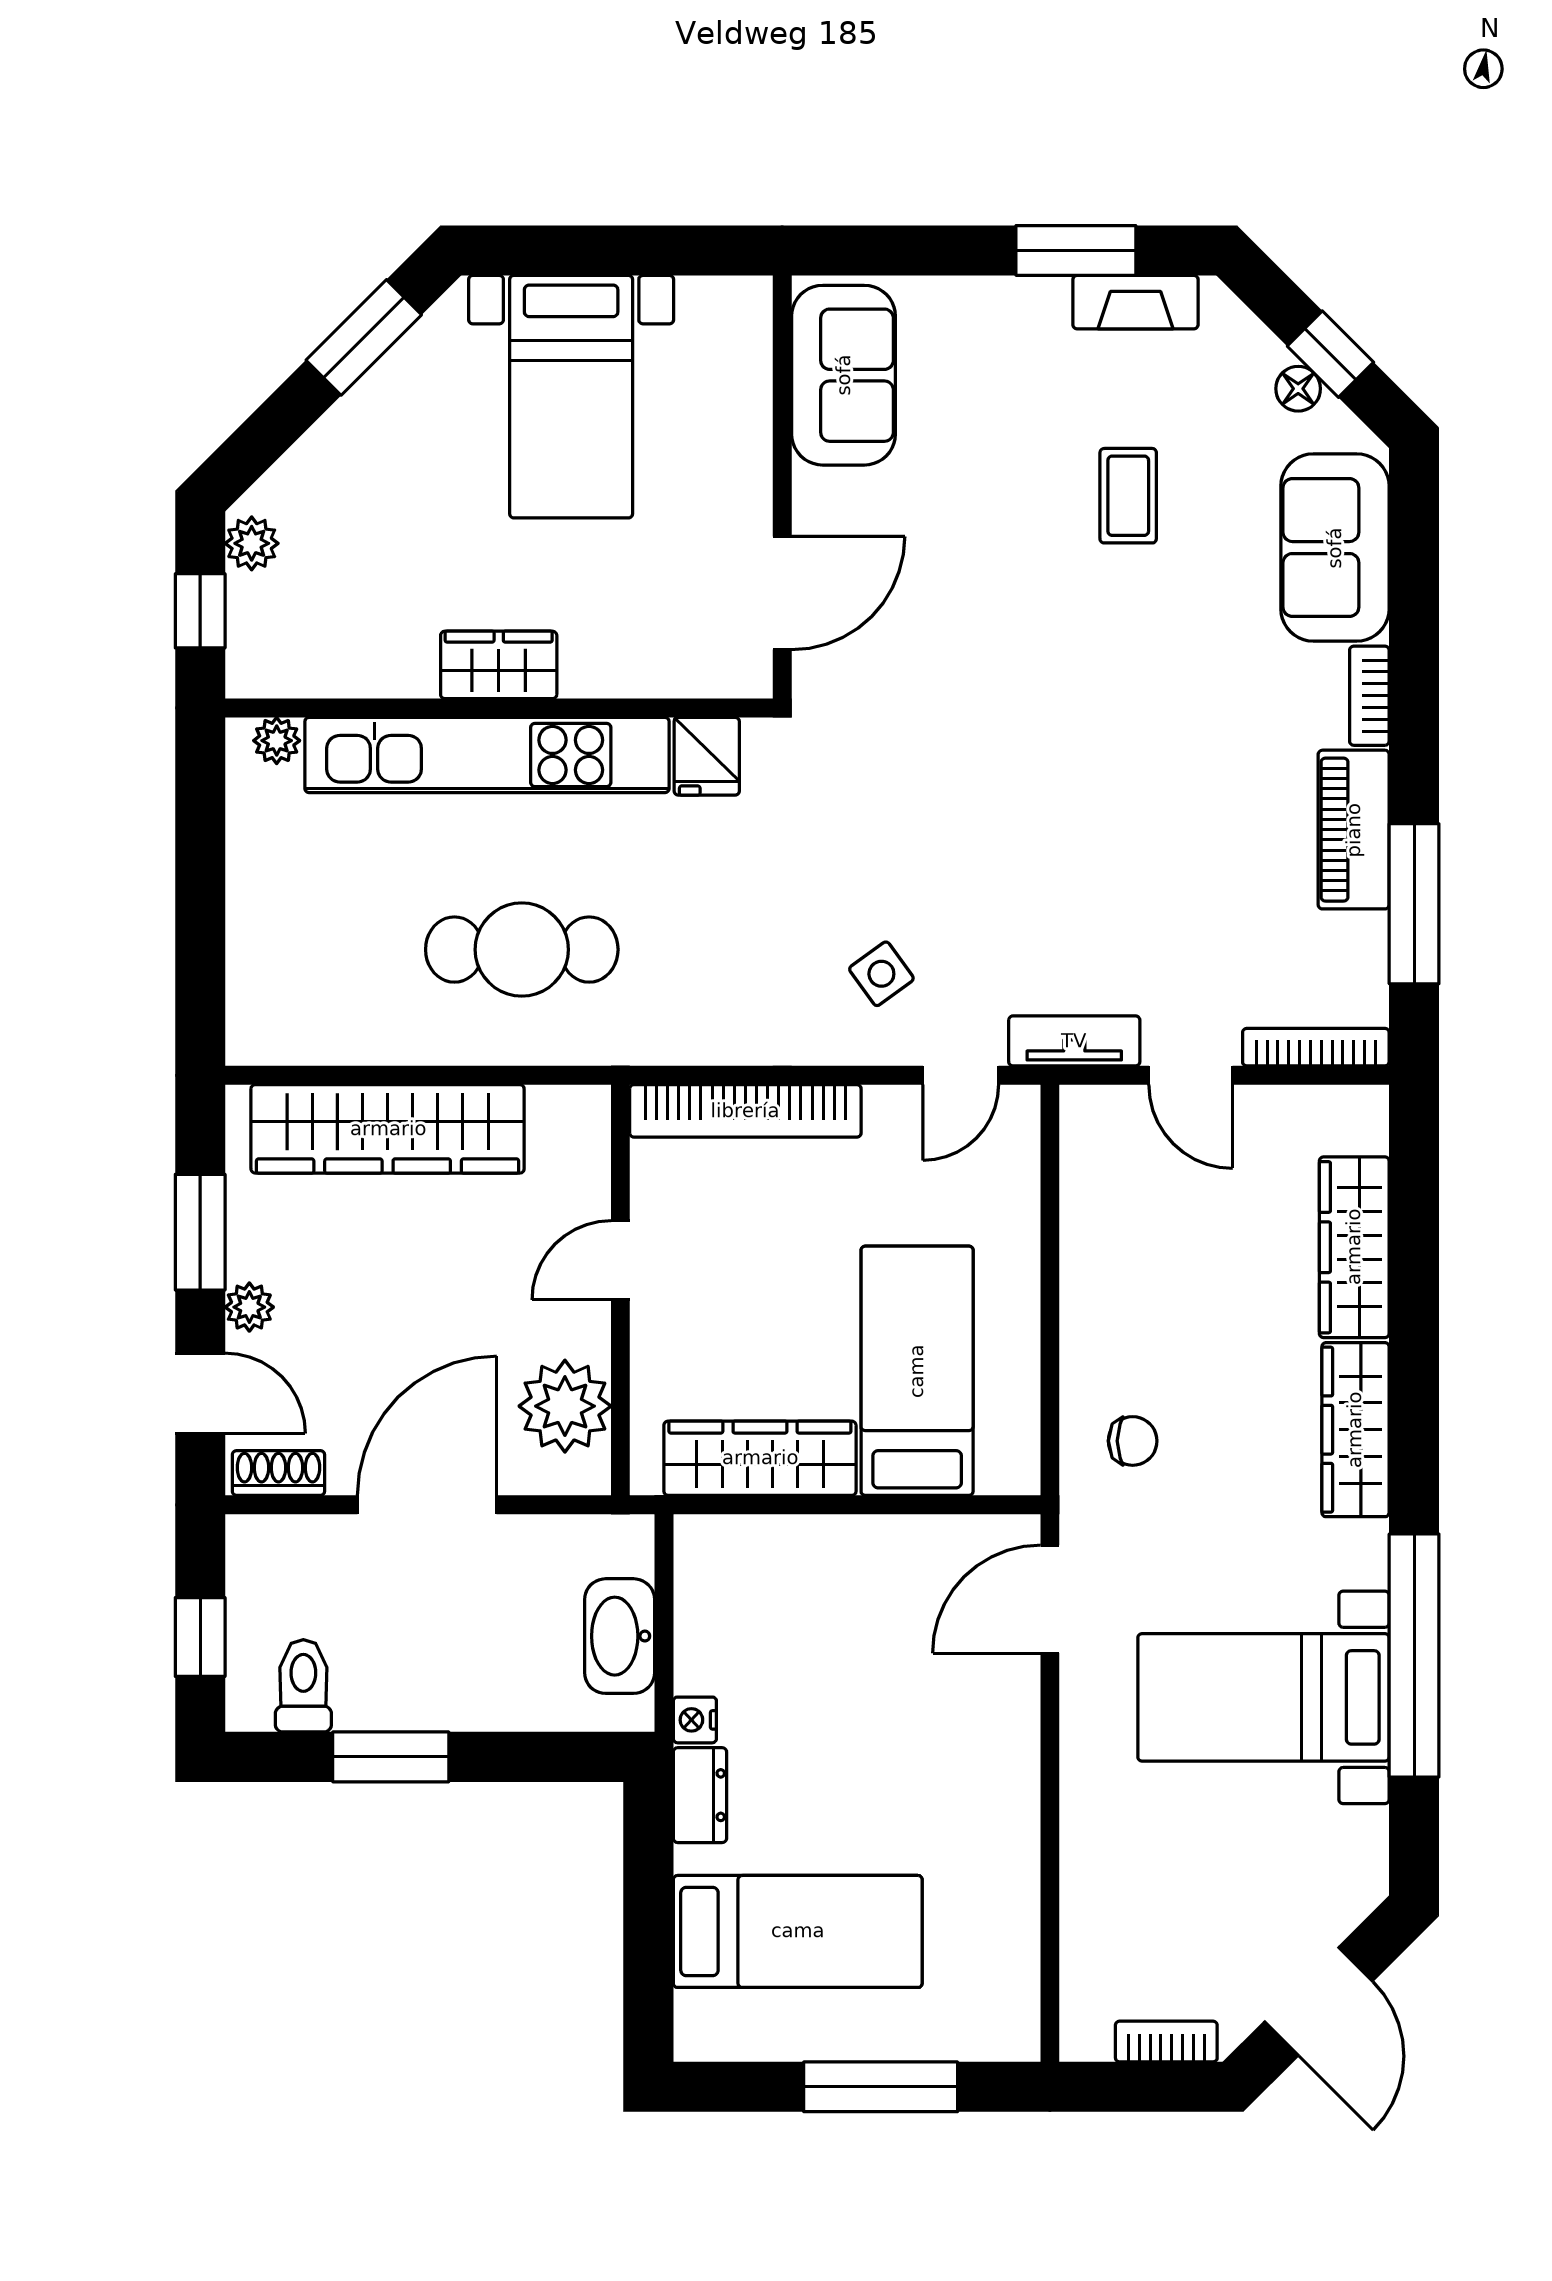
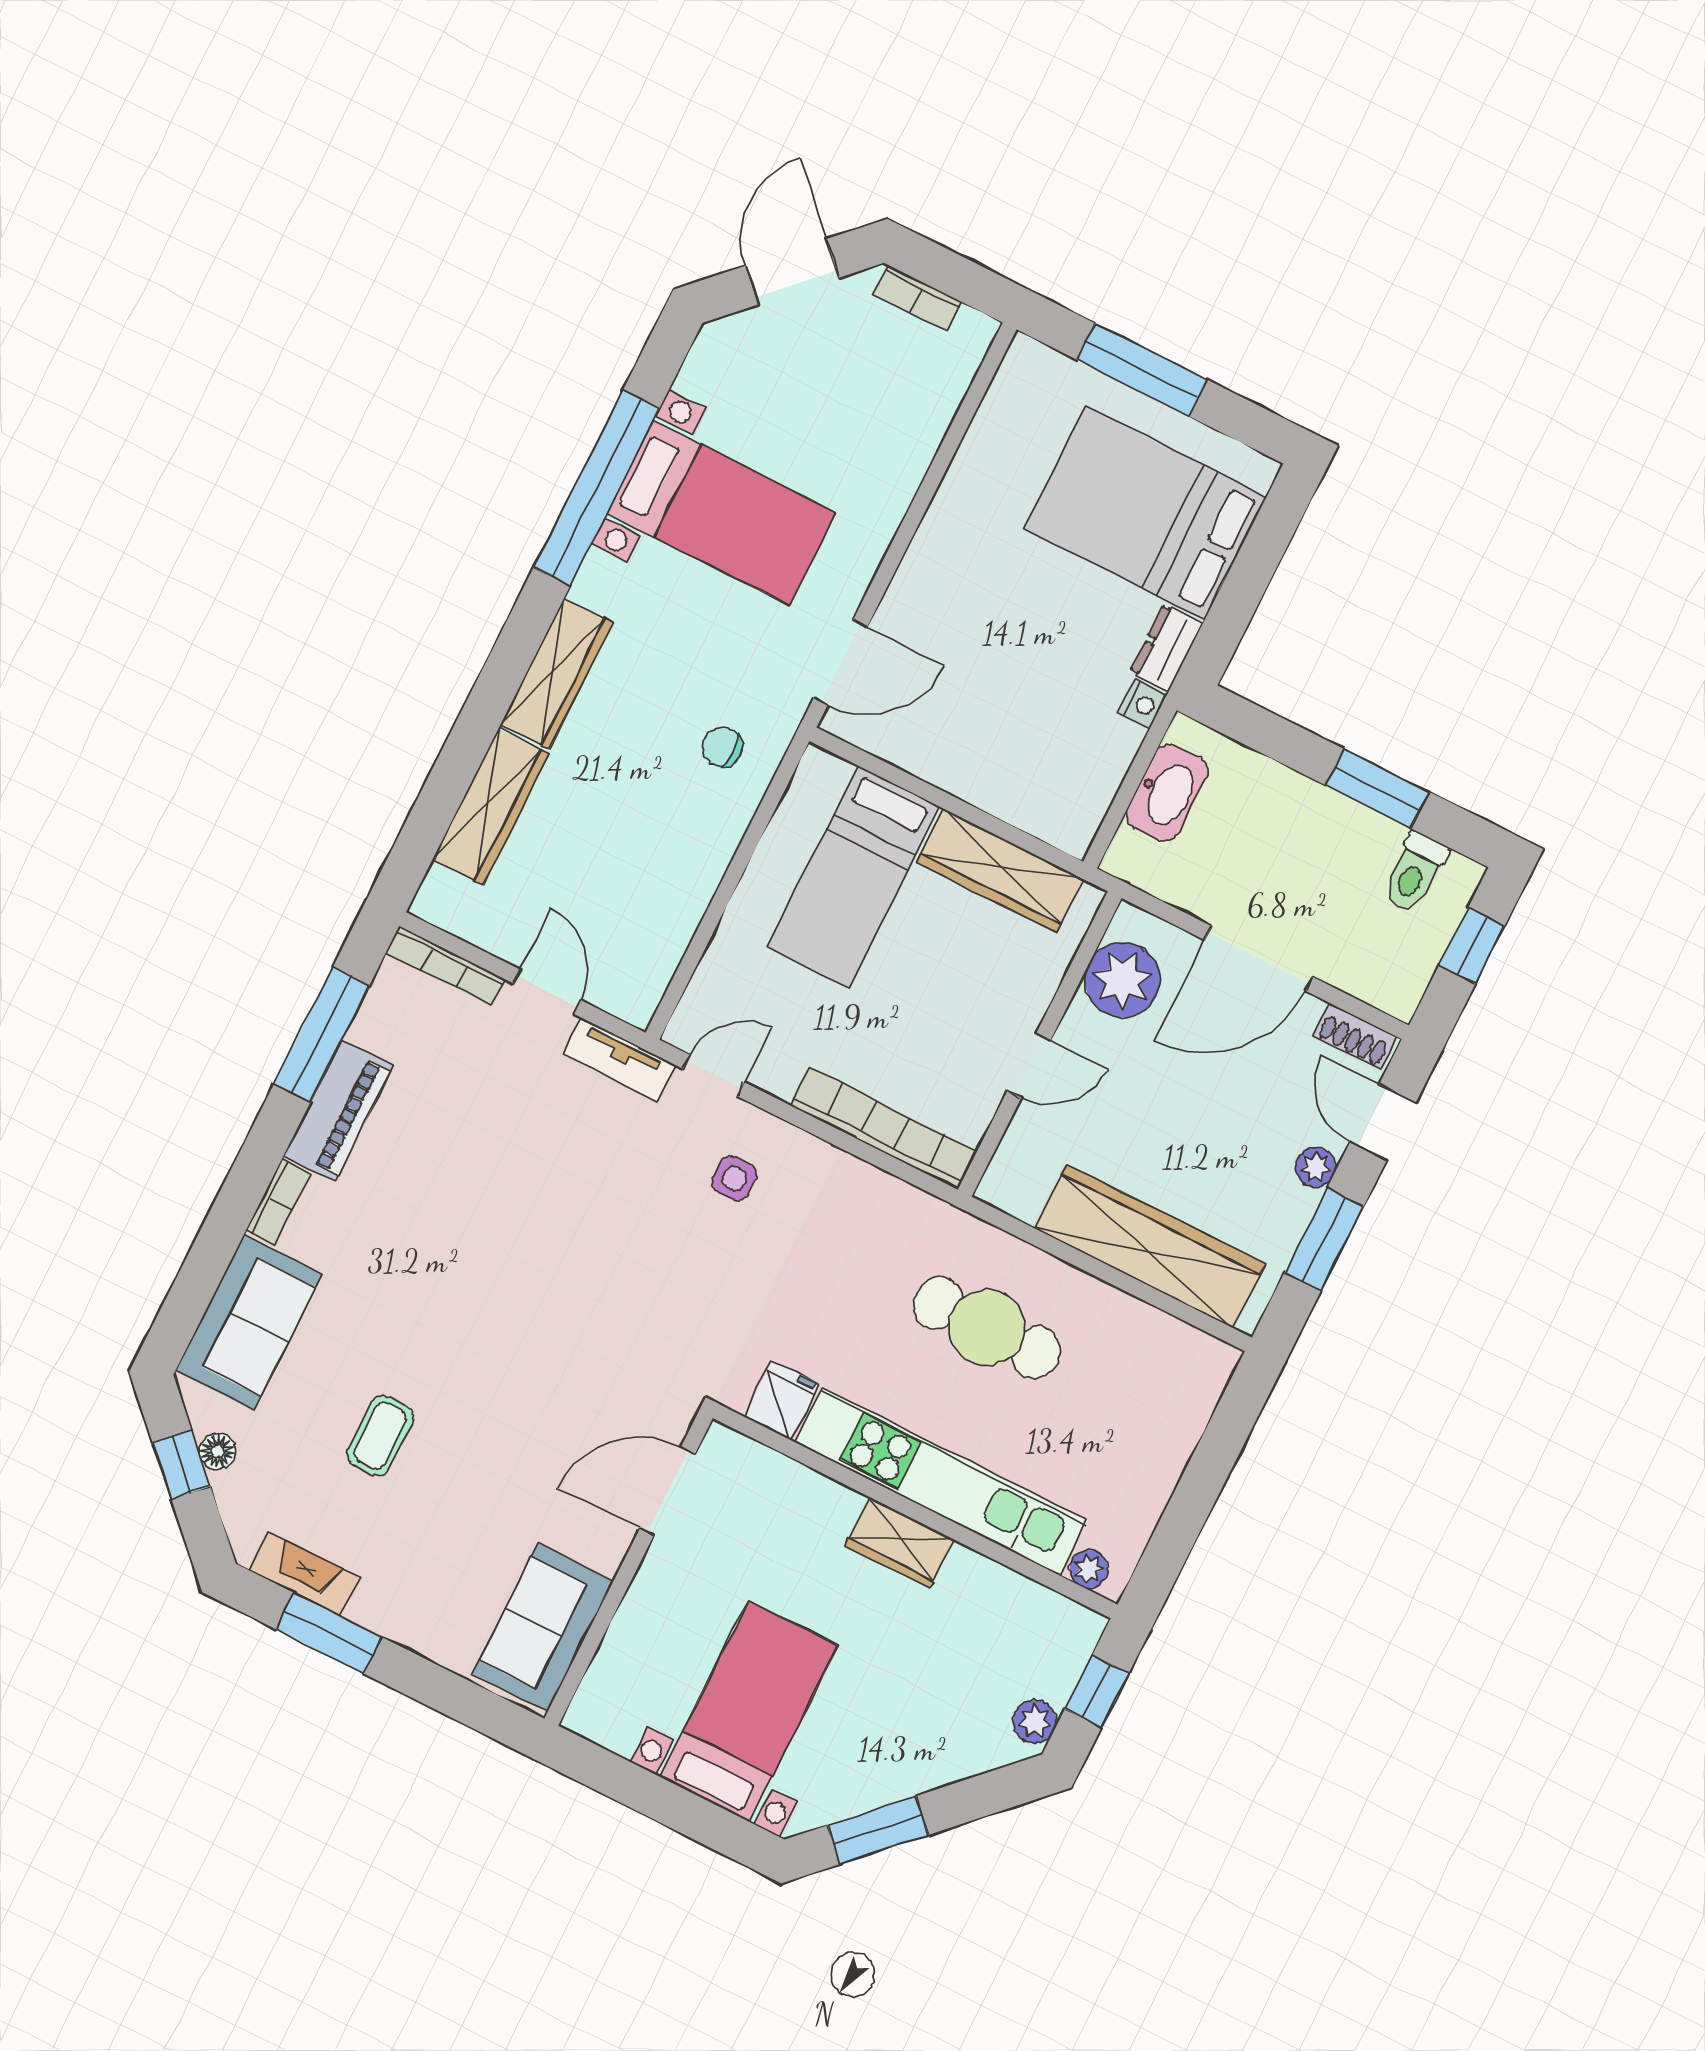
side table: (881, 974) -> (734, 1178), turned 36
bed: (798, 1931) -> (1145, 513), width x1.50

